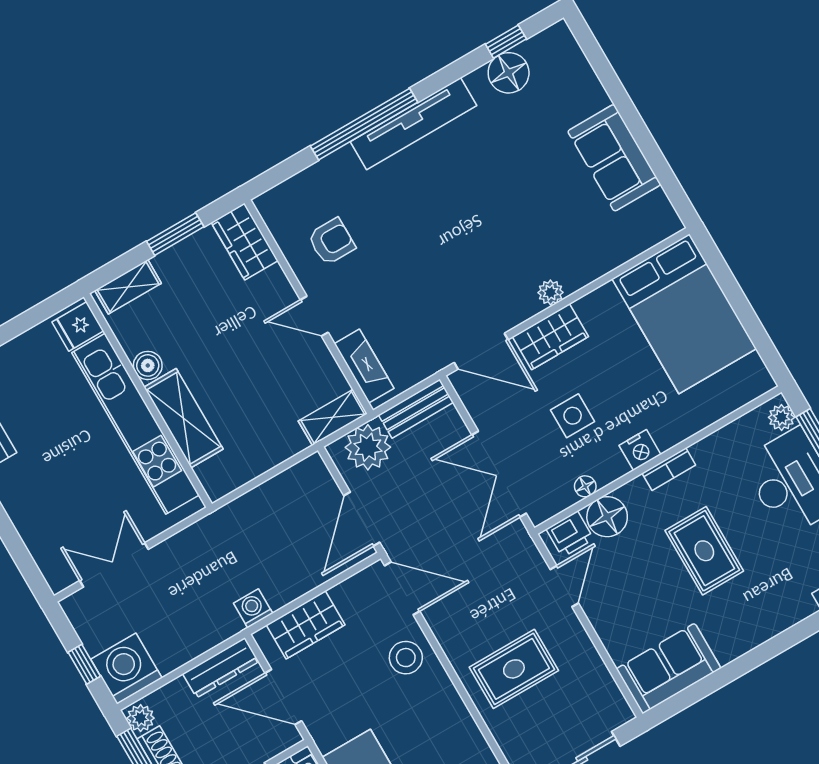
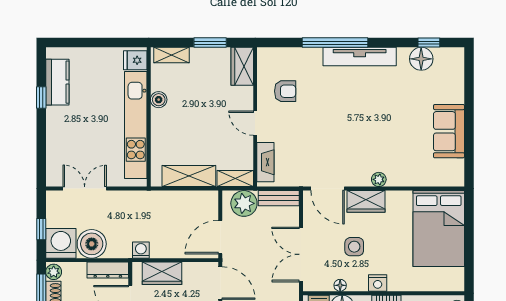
shelving: (184, 418) -> (189, 176), moved, turned 90
boiler: (173, 642) -> (92, 244), added

